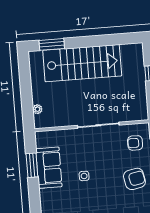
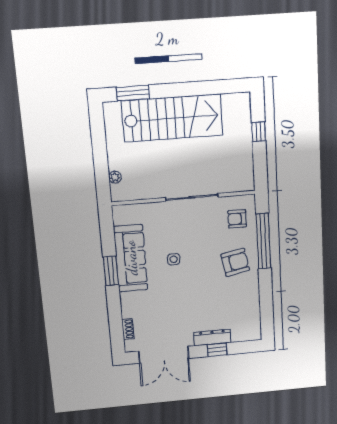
window: (32, 165) -> (111, 271), moved
sofa: (49, 168) -> (131, 258), width x1.36

